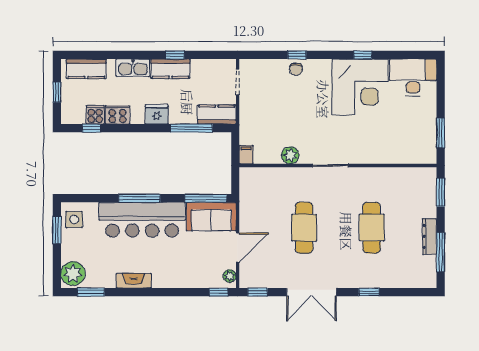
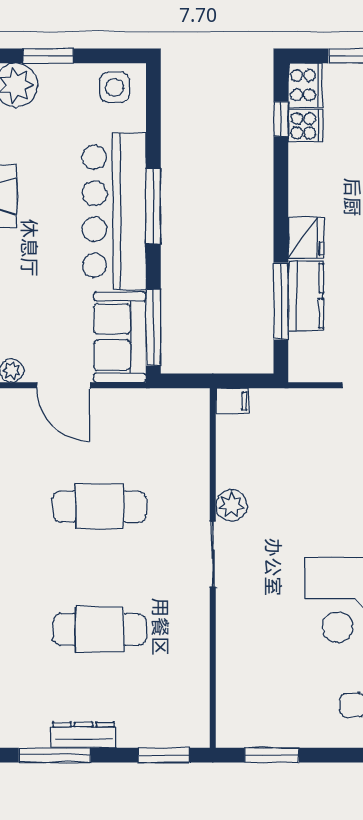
cooker: (117, 115) -> (305, 85), moved
kitchen counter: (217, 115) -> (306, 296), moved
plant: (290, 155) -> (231, 505), moved
window: (57, 230) -> (48, 56), moved

